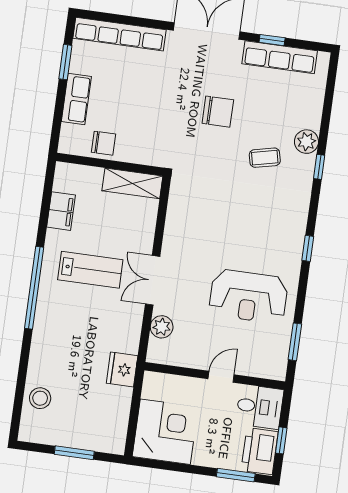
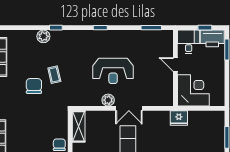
coffee table: (265, 158) -> (54, 75), moved
reception desk: (248, 296) -> (113, 71), moved, turned 90
plant: (162, 327) -> (108, 100), moved
corner desk: (165, 432) -> (193, 90), moved, turned 90

